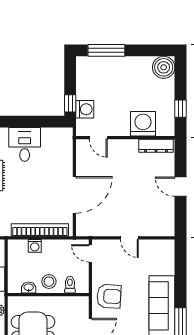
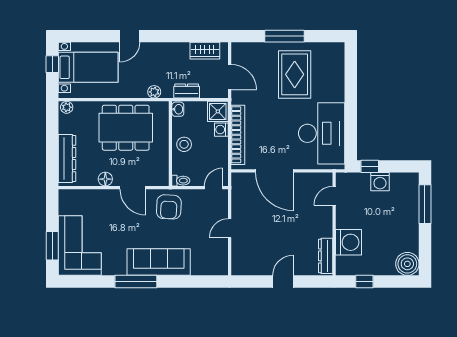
washing machine: (85, 109) -> (380, 182), moved
desk: (25, 144) -> (322, 133), width x1.87, depth x1.30
shower: (17, 249) -> (218, 111), added
toilet: (70, 285) -> (181, 181), moved
washbasin: (29, 288) -> (178, 109), moved

